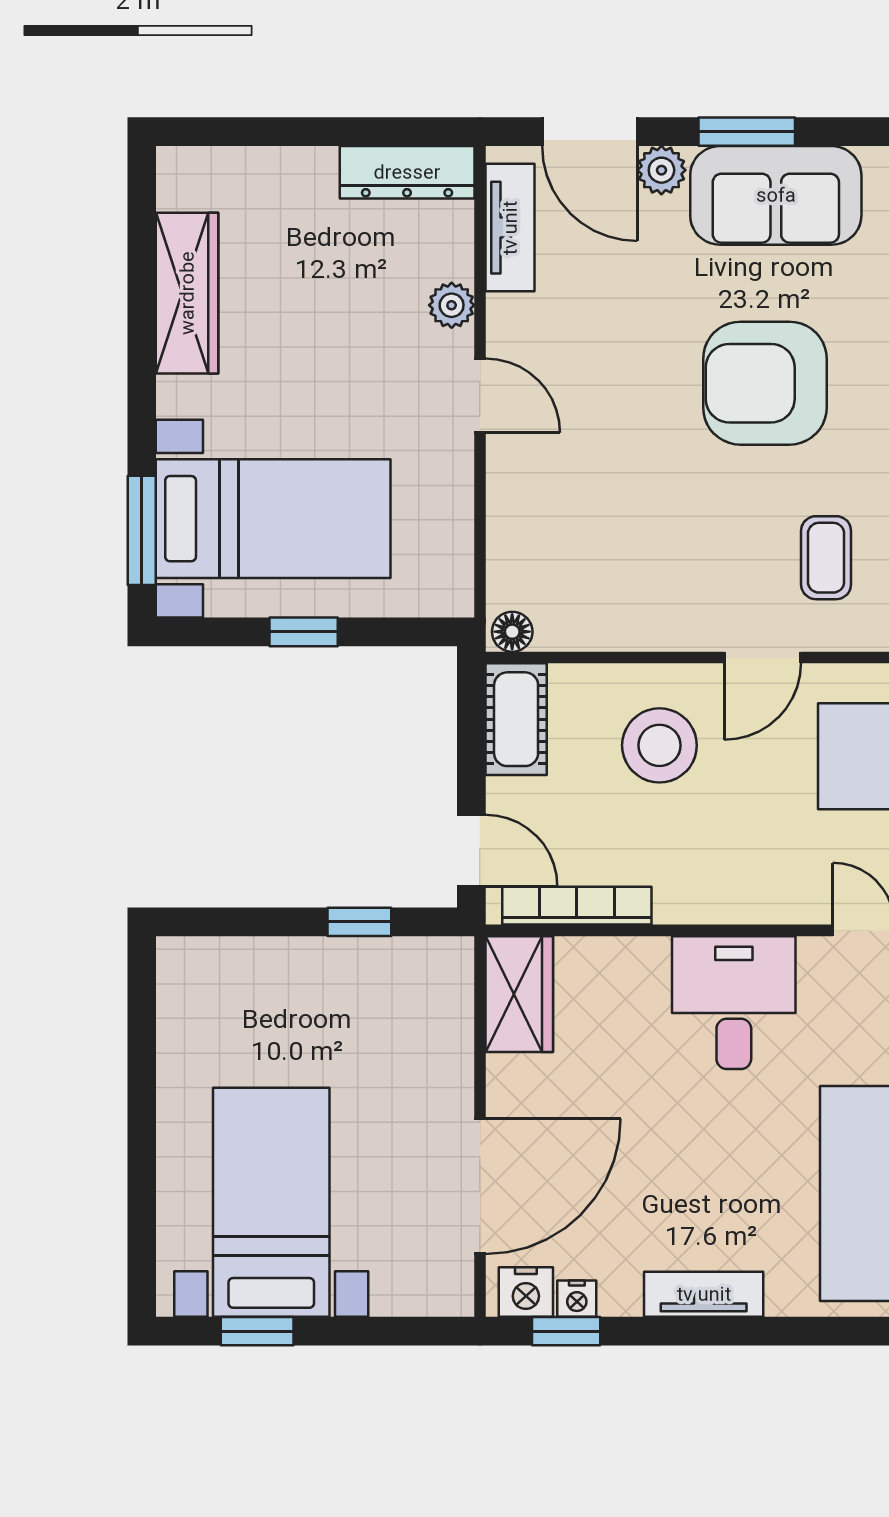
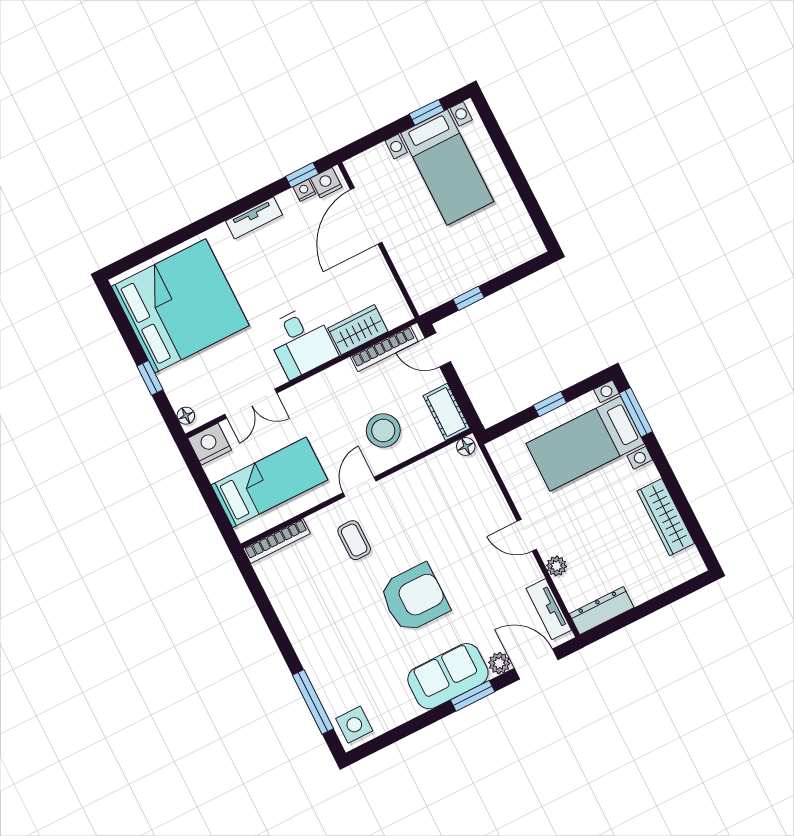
wardrobe: (519, 994) -> (358, 330), moved, turned 90

